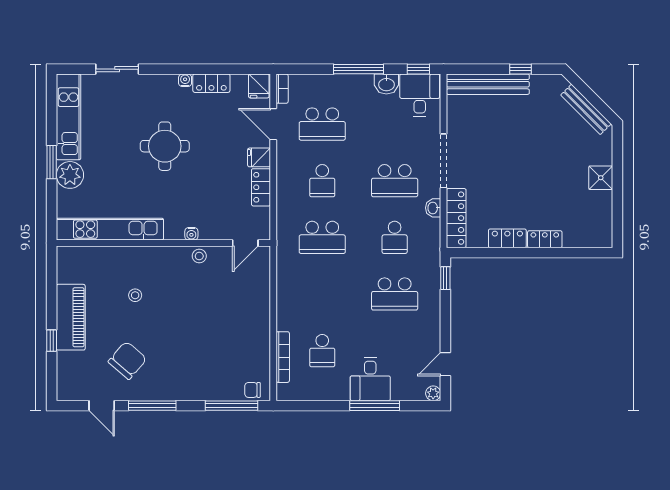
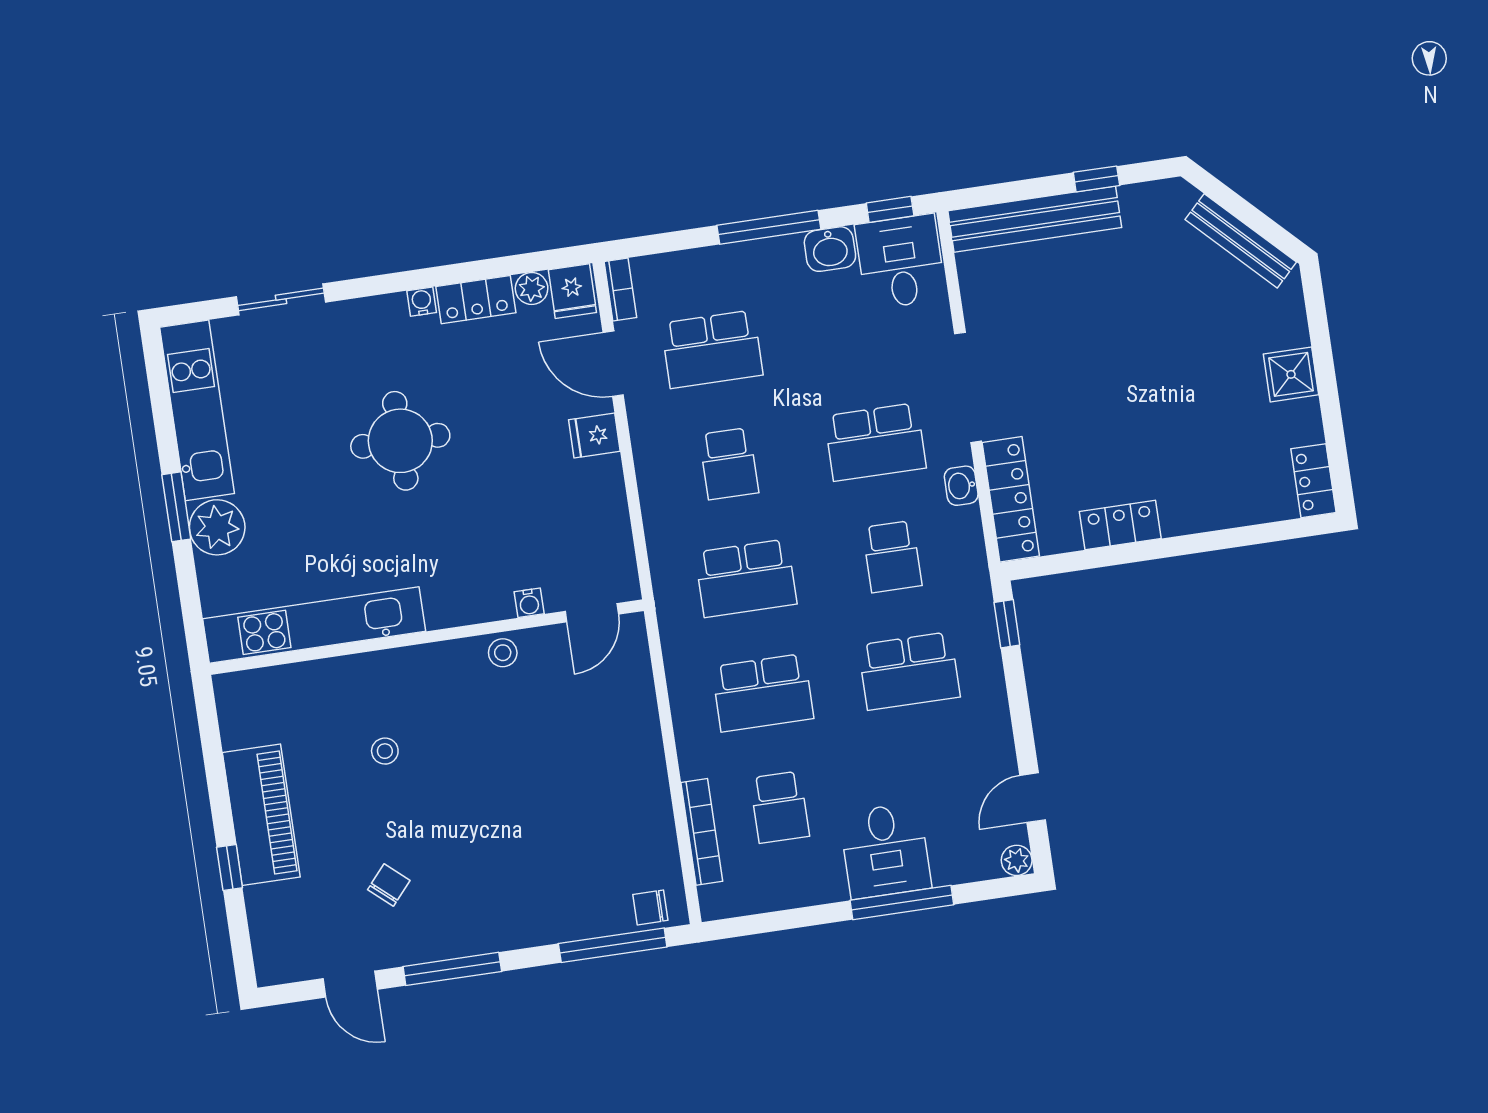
plant: (239, 82) -> (532, 288), added
locker: (261, 187) -> (607, 495), removed
water cooler: (191, 234) -> (529, 603), moved
locker: (545, 239) -> (1313, 481), moved, turned -90
school desk: (322, 294) -> (763, 693), added
chair: (127, 360) -> (389, 885), width x0.54, depth x0.54

